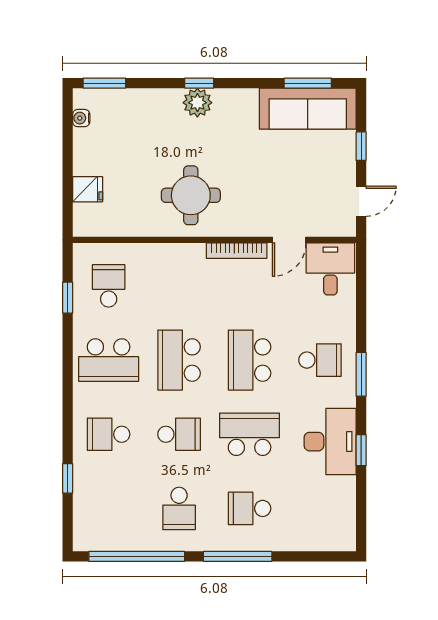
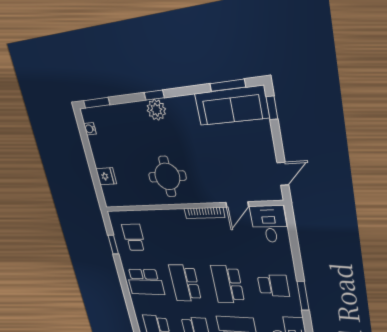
window: (361, 146) -> (272, 108), moved

